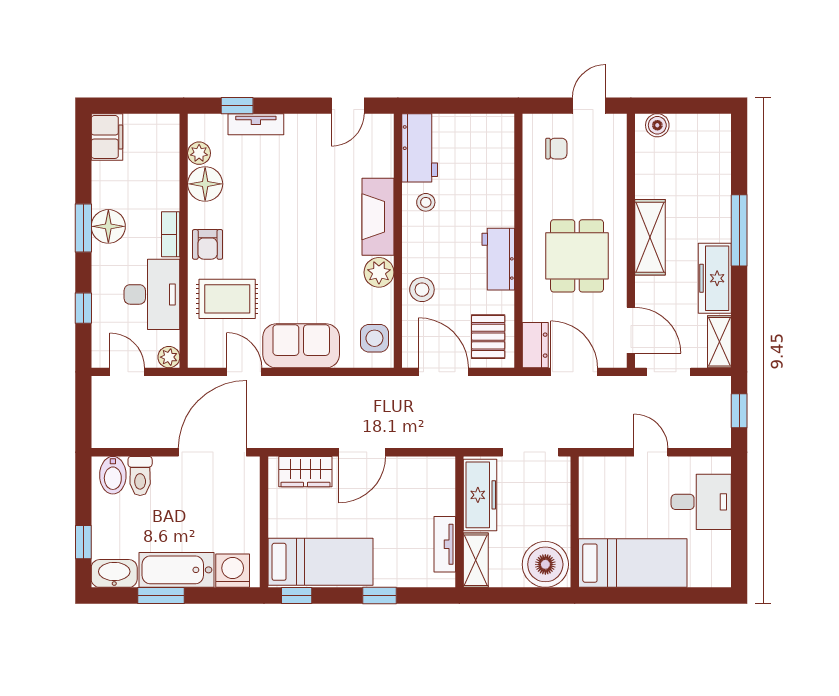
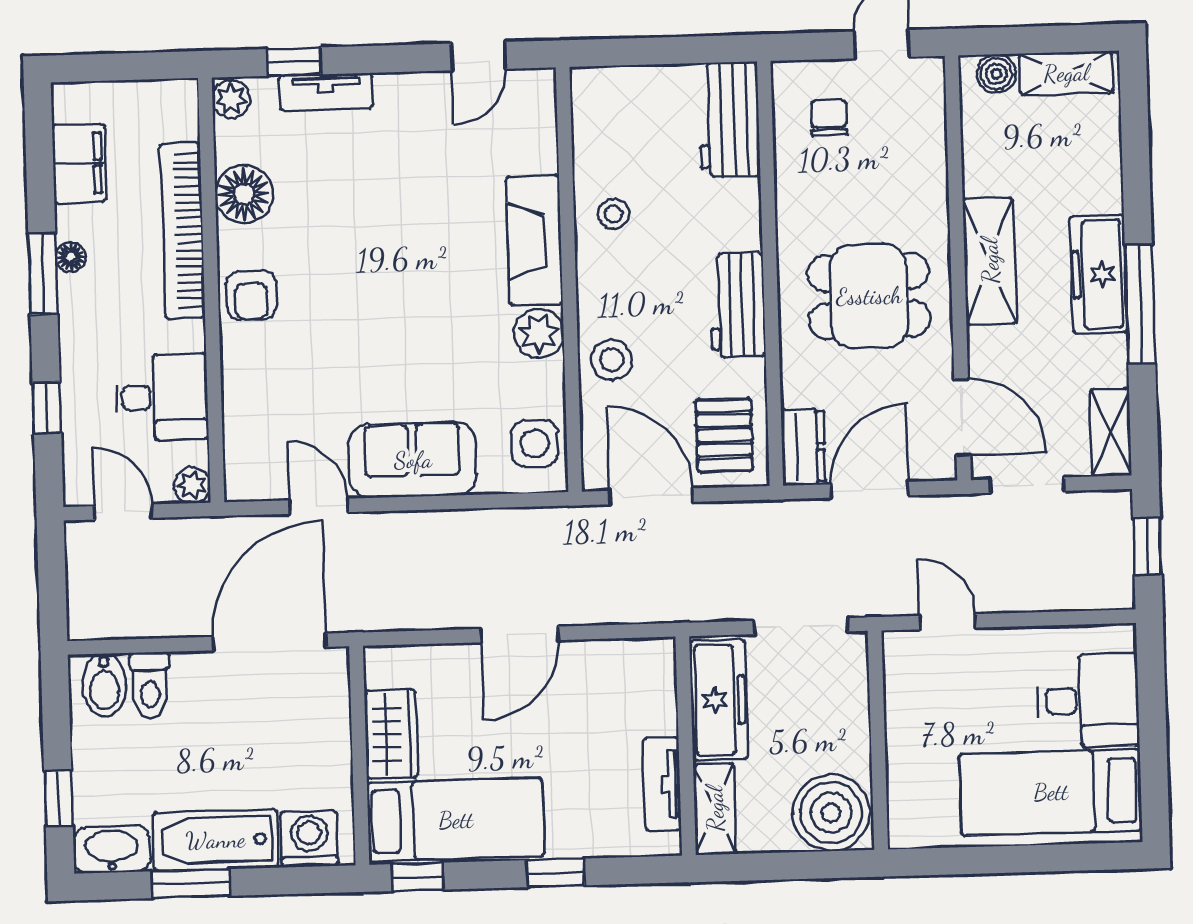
shelving: (699, 126) -> (1066, 73), added
filing cabinet: (107, 137) -> (79, 163), moved
workbench: (420, 148) -> (729, 120), moved, turned 180
chair: (556, 149) -> (829, 118), turned -90
plant: (199, 153) -> (231, 99), moved
floor lamp: (108, 226) -> (71, 257), width x0.53, depth x0.53
window: (739, 230) -> (1140, 304), moved
bookcase: (171, 234) -> (183, 230), width x2.31, depth x1.31
dining table: (577, 256) -> (869, 296), turned 90
freezer: (715, 278) -> (1098, 274), moved
desk: (152, 294) -> (161, 397), width x0.73
rug: (227, 299) -> (287, 385), removed
door: (574, 372) -> (870, 490), hinge flipped
door: (651, 452) -> (947, 622), moved
wardrobe: (305, 472) -> (391, 734), moved, turned -90
bed: (633, 563) -> (1051, 792), moved, turned 180

